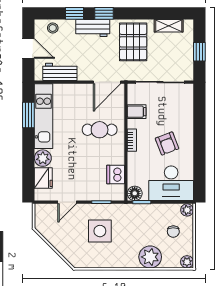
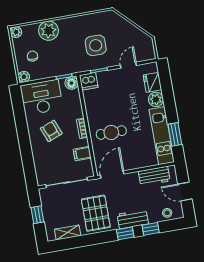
dishwasher: (116, 174) -> (89, 81), moved, turned 90

